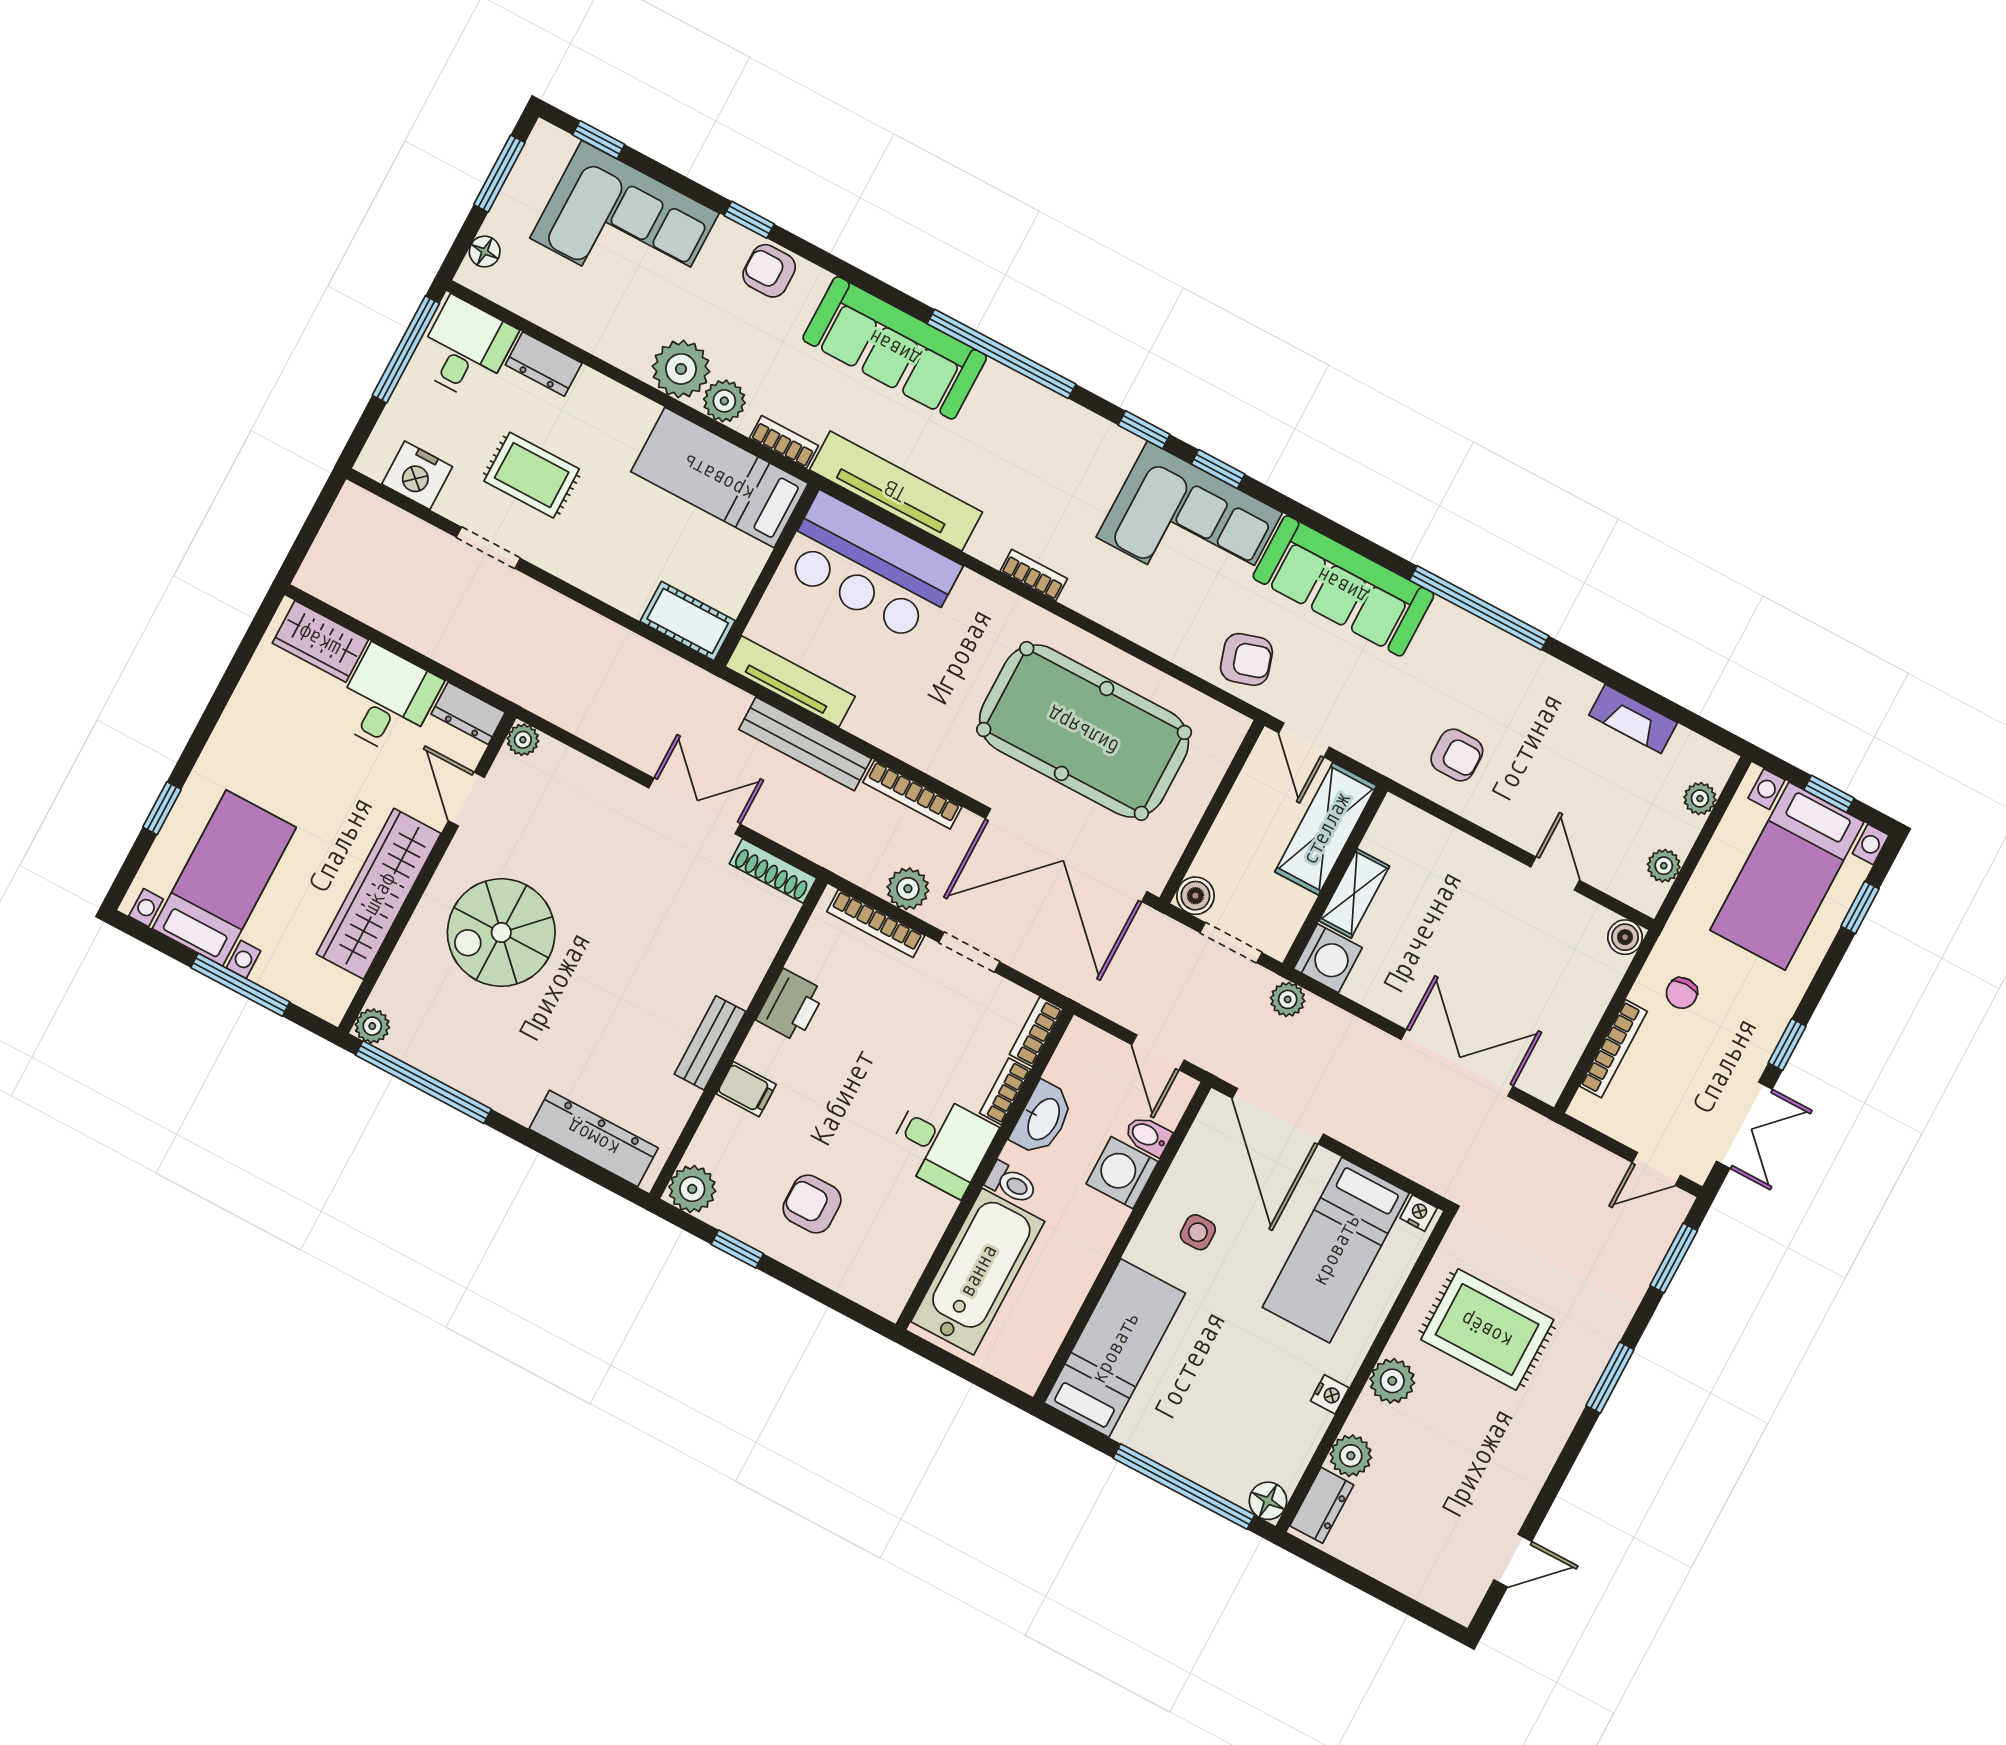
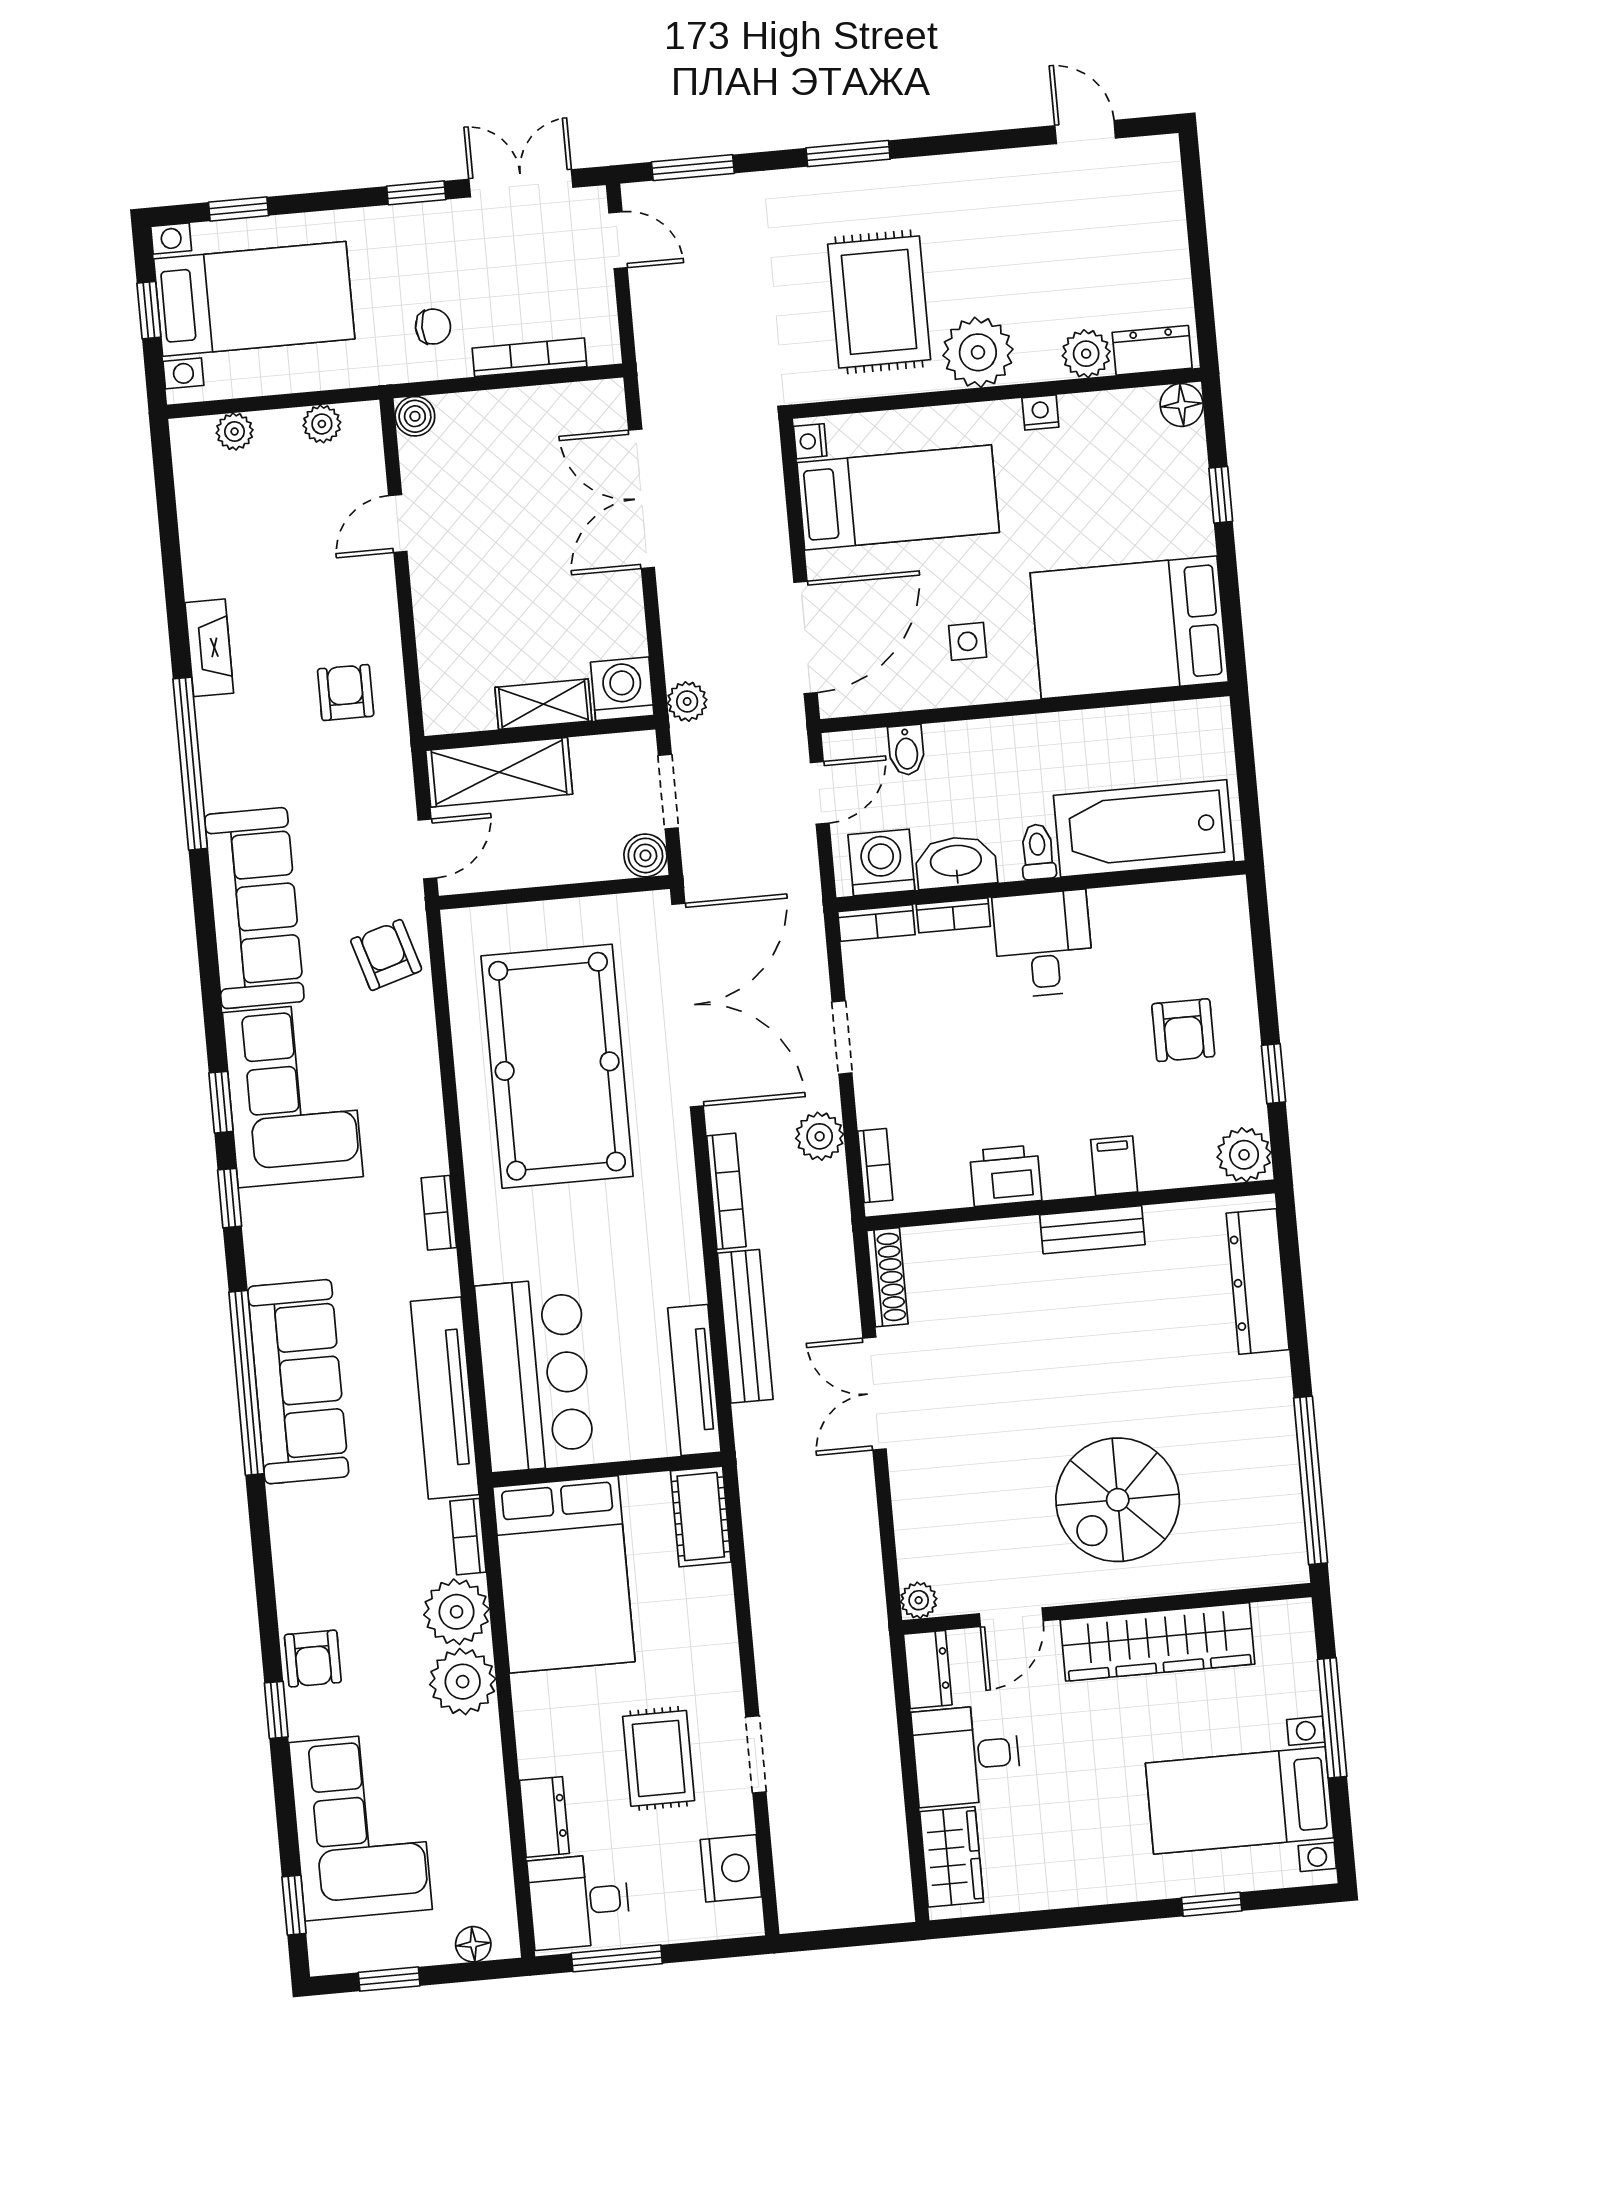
window: (499, 174) -> (389, 1979), width x0.67
sofa: (895, 348) -> (298, 1382), moved
window: (406, 349) -> (617, 1958), width x0.69
plant: (724, 401) -> (457, 1612), width x1.36, depth x1.36
bed: (719, 478) -> (564, 1574), width x1.50
fireplace: (1633, 719) -> (209, 648), moved
bookcase: (876, 924) -> (875, 1166), width x0.64
spiral stairs: (501, 933) -> (1118, 1500), turned 90
plant: (372, 1026) -> (1289, 1565), removed
washing machine: (1122, 1173) -> (881, 862), moved, turned 180
bed: (1115, 1348) -> (1129, 627), width x1.50
plant: (1392, 1381) -> (978, 352), width x1.36, depth x1.36
window: (1184, 1486) -> (1221, 495), width x0.32

